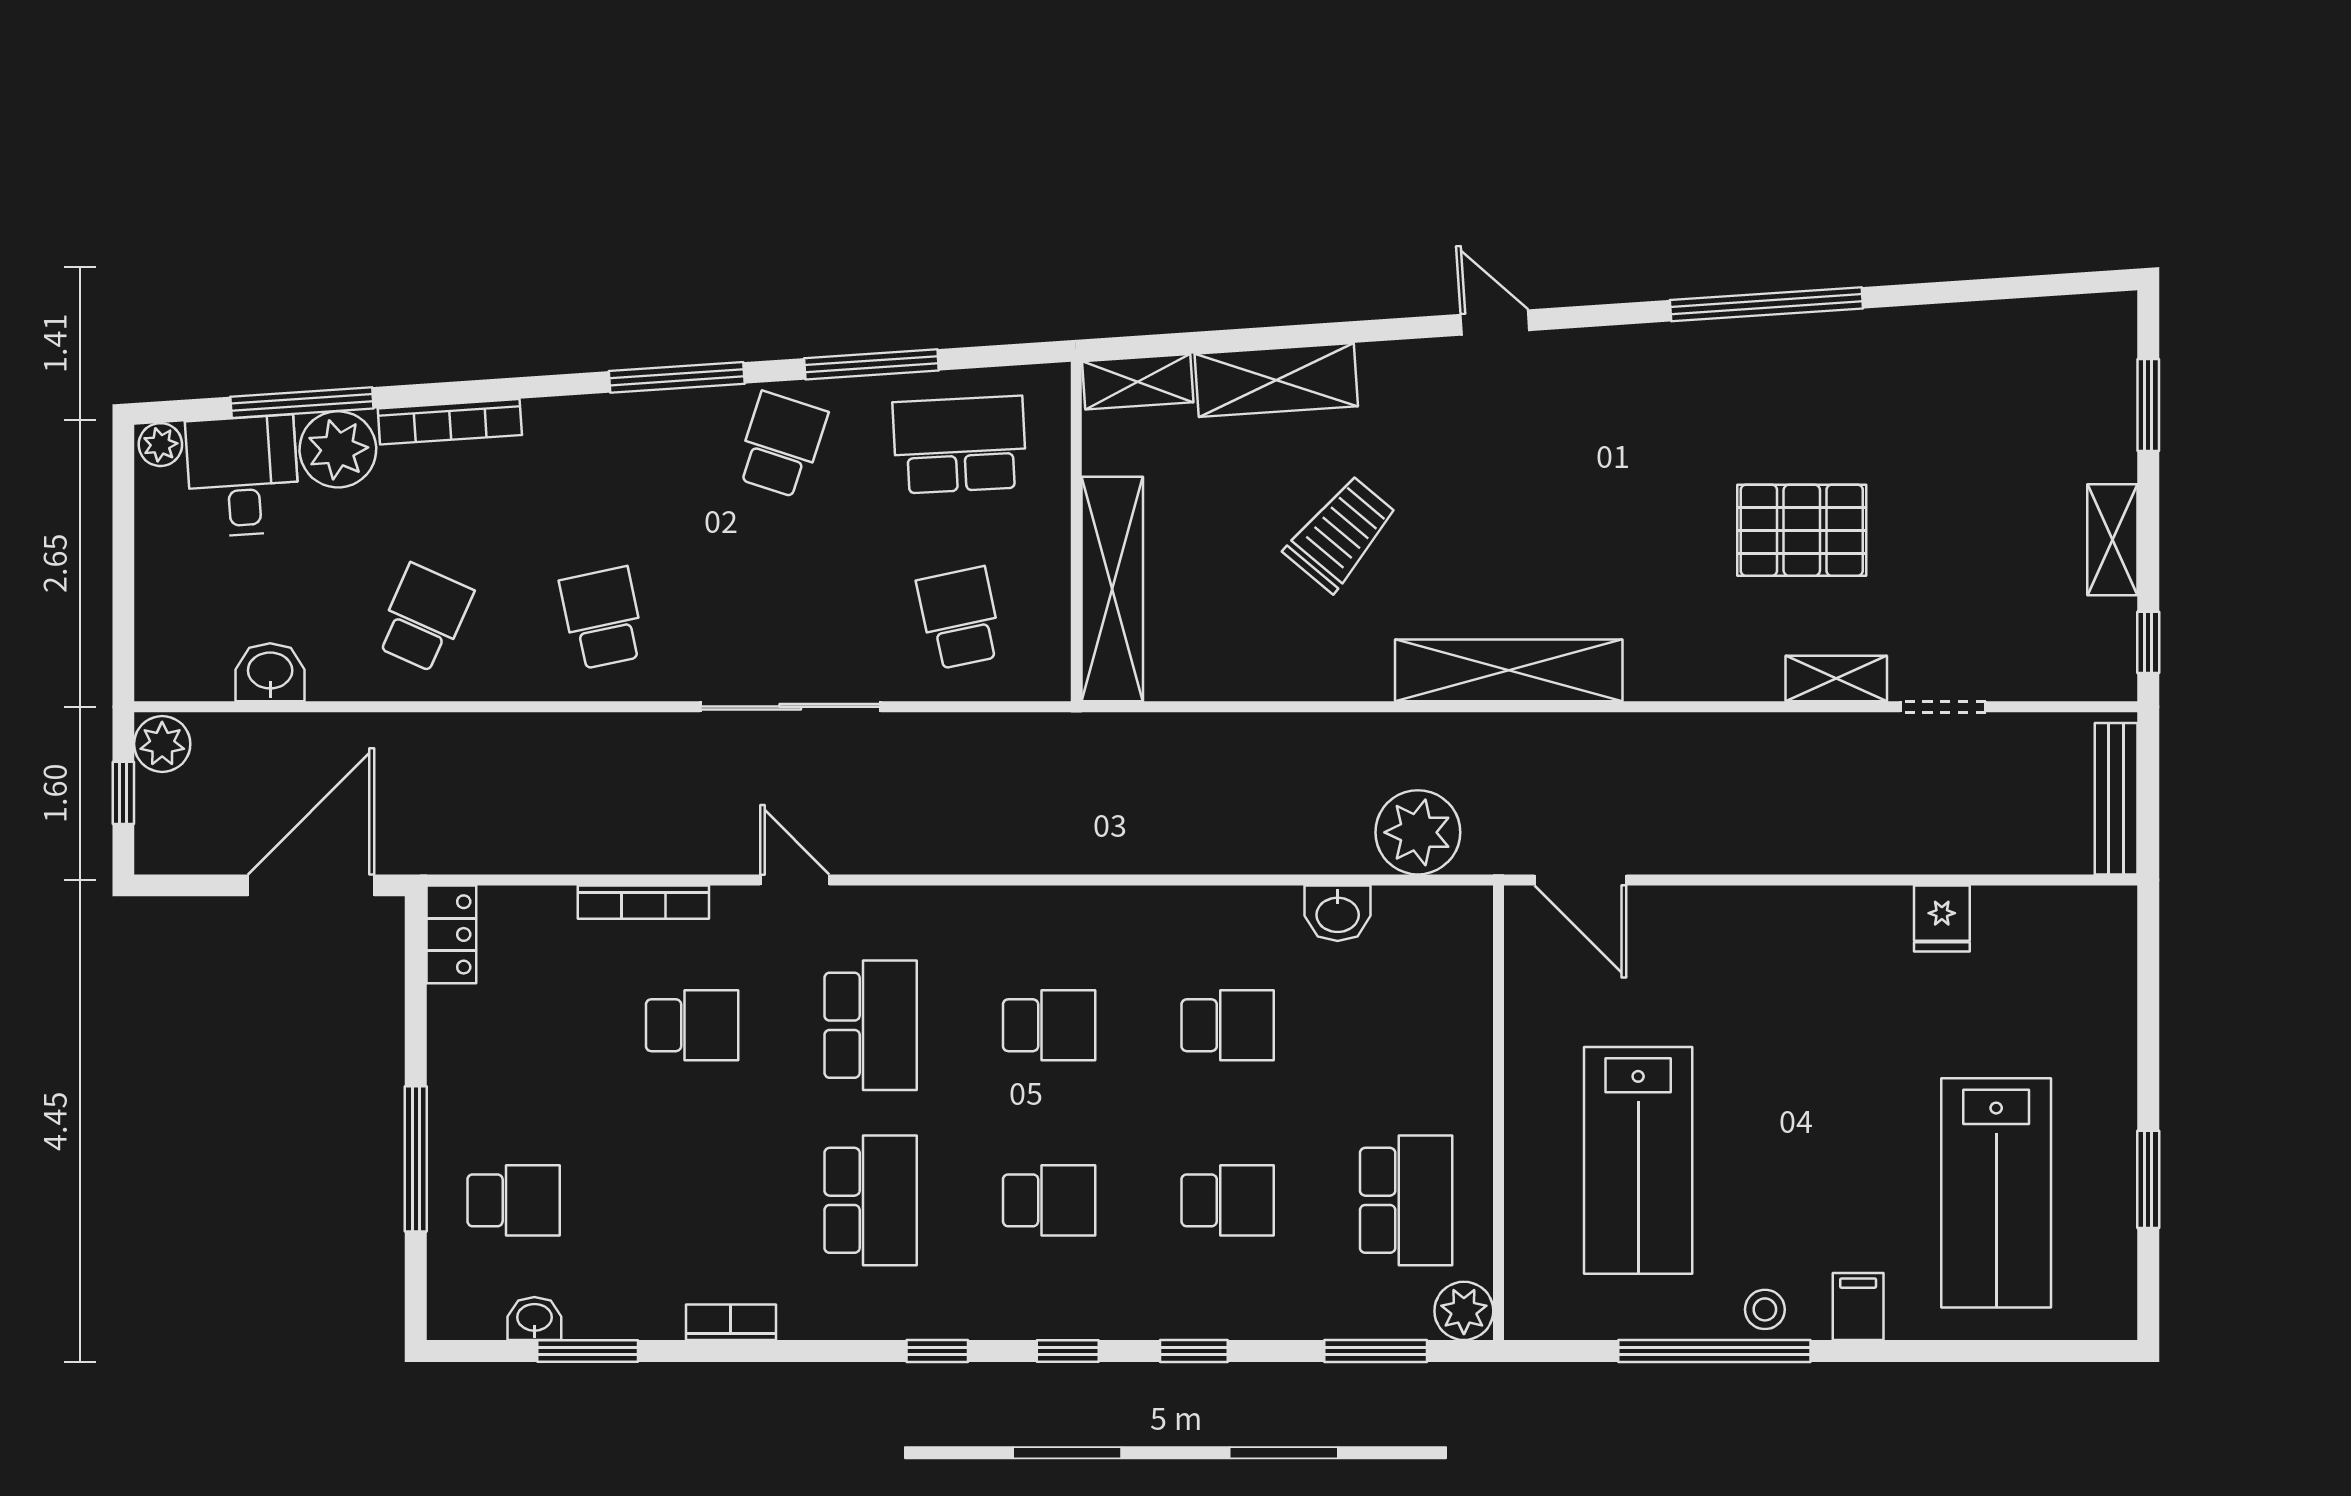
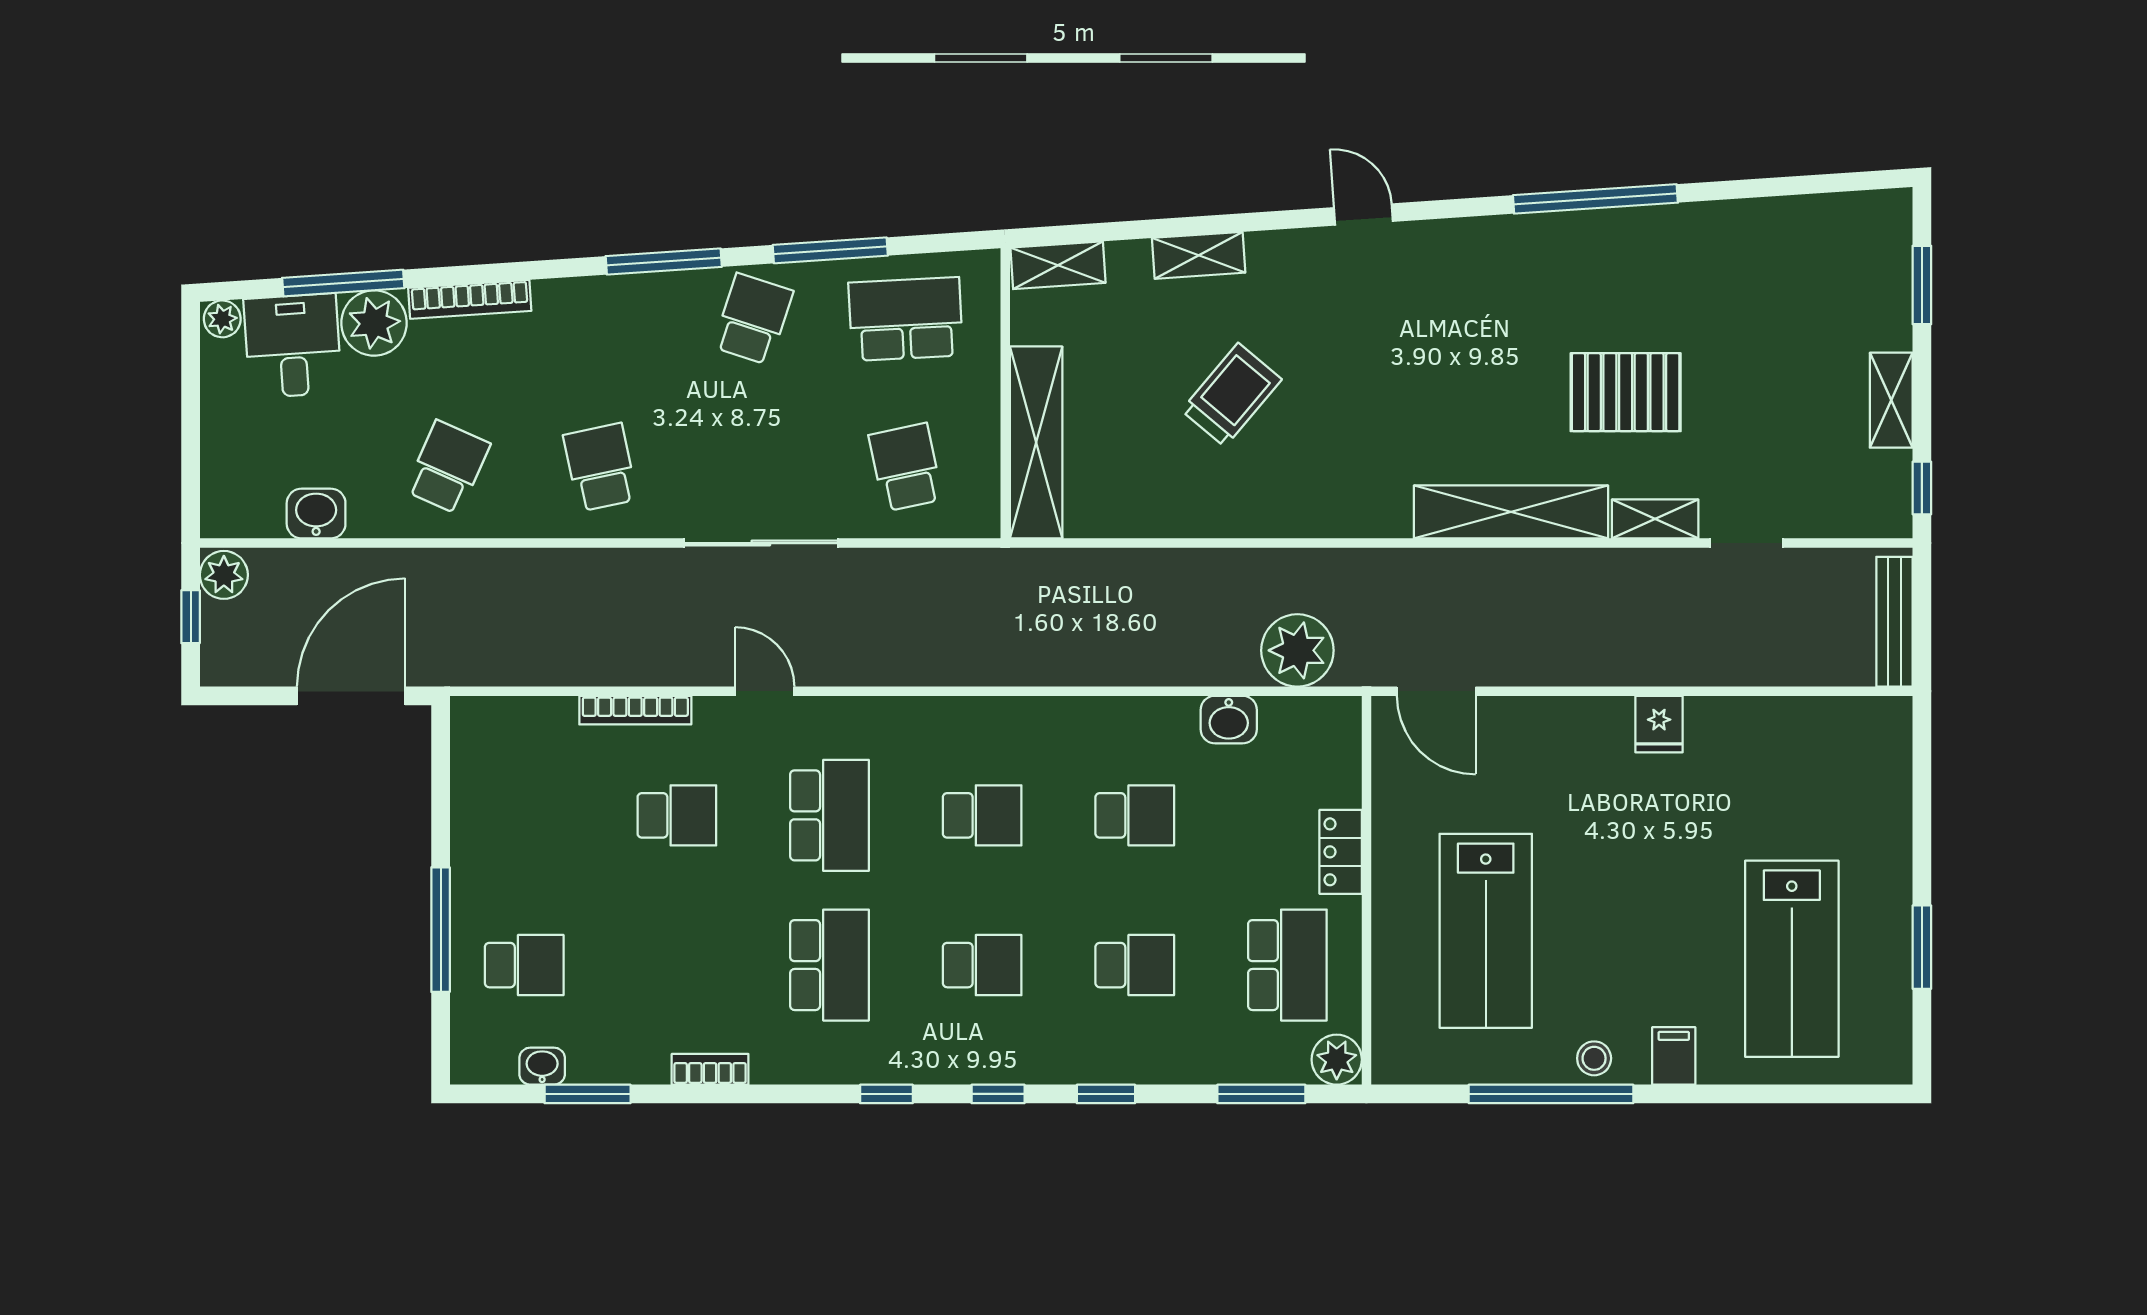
shelving: (1276, 380) -> (1199, 255), width x0.67, depth x0.75
shelving: (1509, 670) -> (1511, 512), moved
fridge: (1942, 918) -> (1659, 724), moved
locker: (451, 934) -> (1341, 852), moved, turned 180

